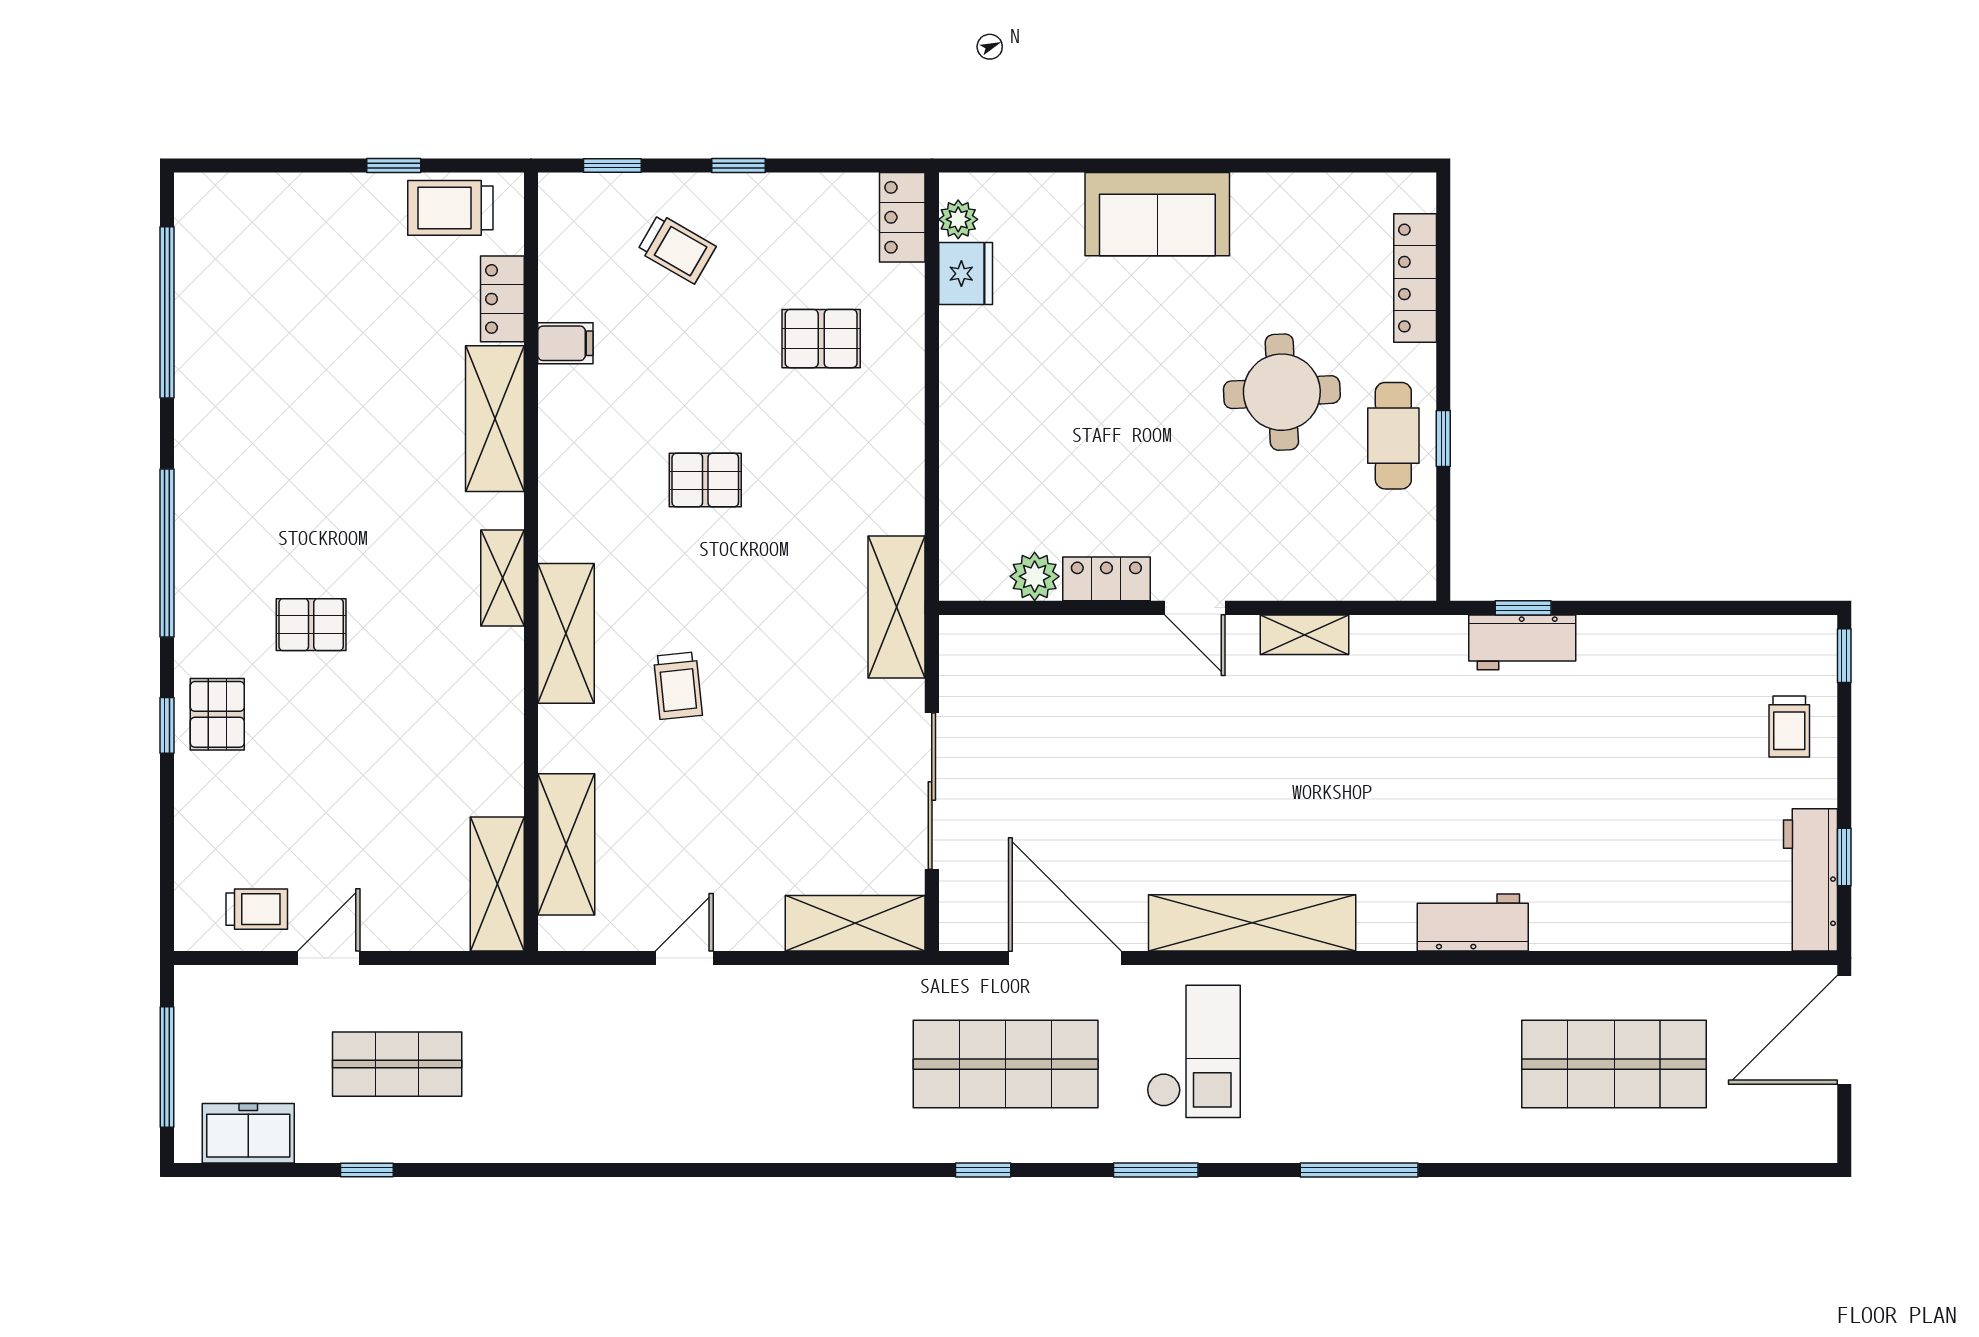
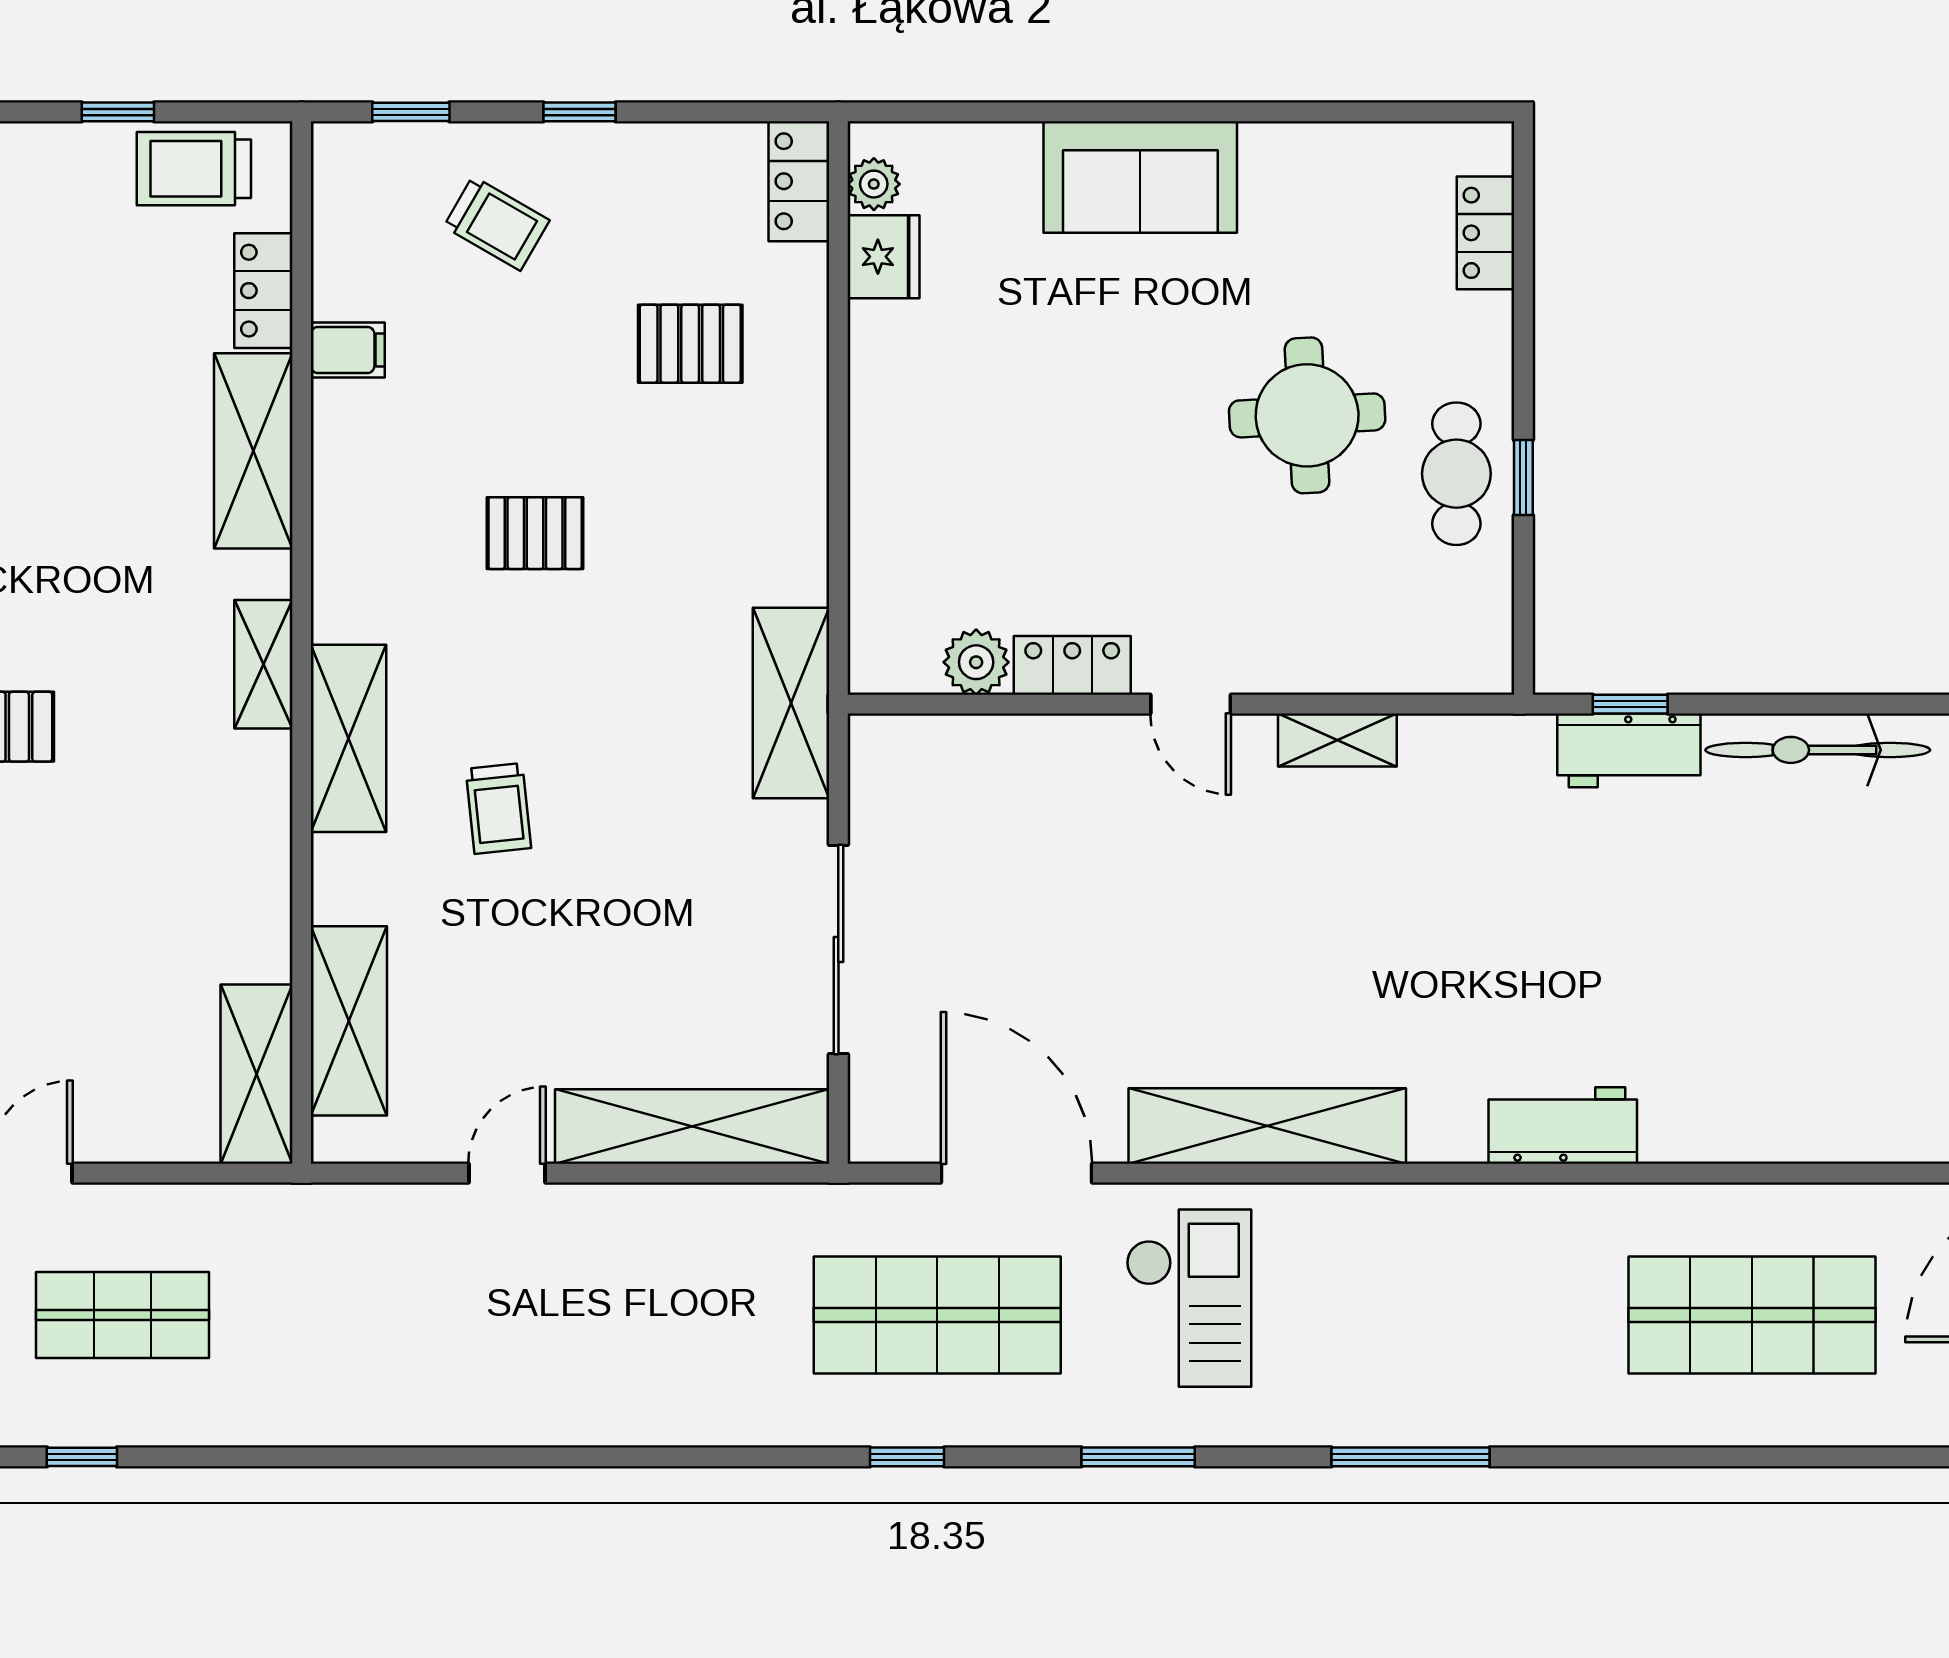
locker: (1415, 278) -> (1486, 233), width x0.66
bicycle: (1663, 642) -> (1818, 750), added
shelving: (855, 923) -> (692, 1126), width x1.47

